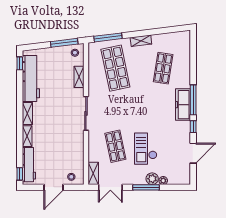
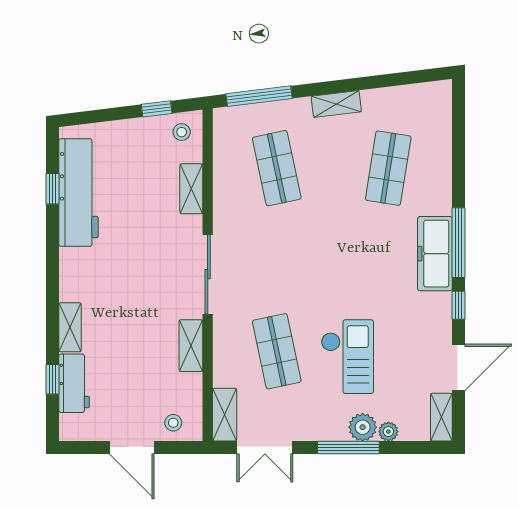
window: (64, 43) -> (157, 109), width x0.46
window: (20, 63) -> (53, 189), moved
shop shelf: (115, 68) -> (277, 168), width x0.70, depth x0.74
shelving: (27, 114) -> (191, 346), moved
checkout: (146, 149) -> (347, 357), turned 180
workbench: (29, 165) -> (74, 383), width x0.73
window: (20, 174) -> (53, 379), moved
shelving: (186, 174) -> (441, 417), added
door: (54, 187) -> (132, 448), hinge flipped

